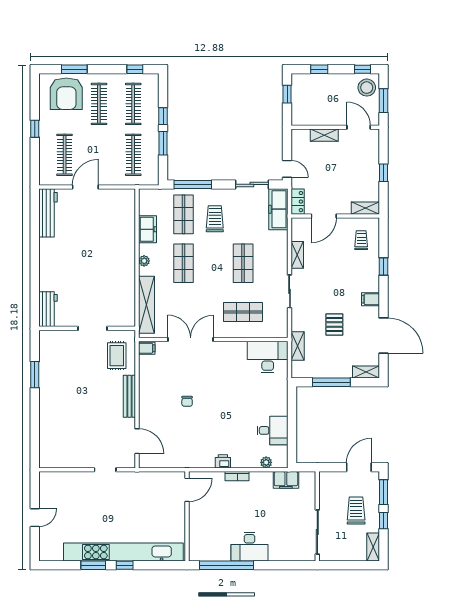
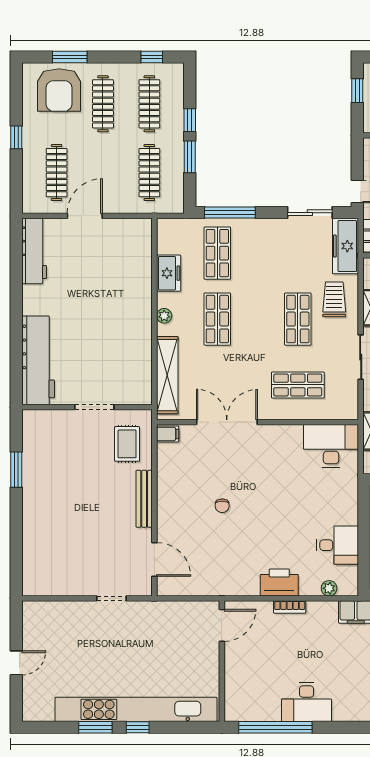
trolley: (215, 219) -> (334, 299), moved
workbench: (48, 309) -> (38, 360), width x1.88, depth x1.32
printer: (223, 461) -> (279, 582), width x1.87, depth x1.48

